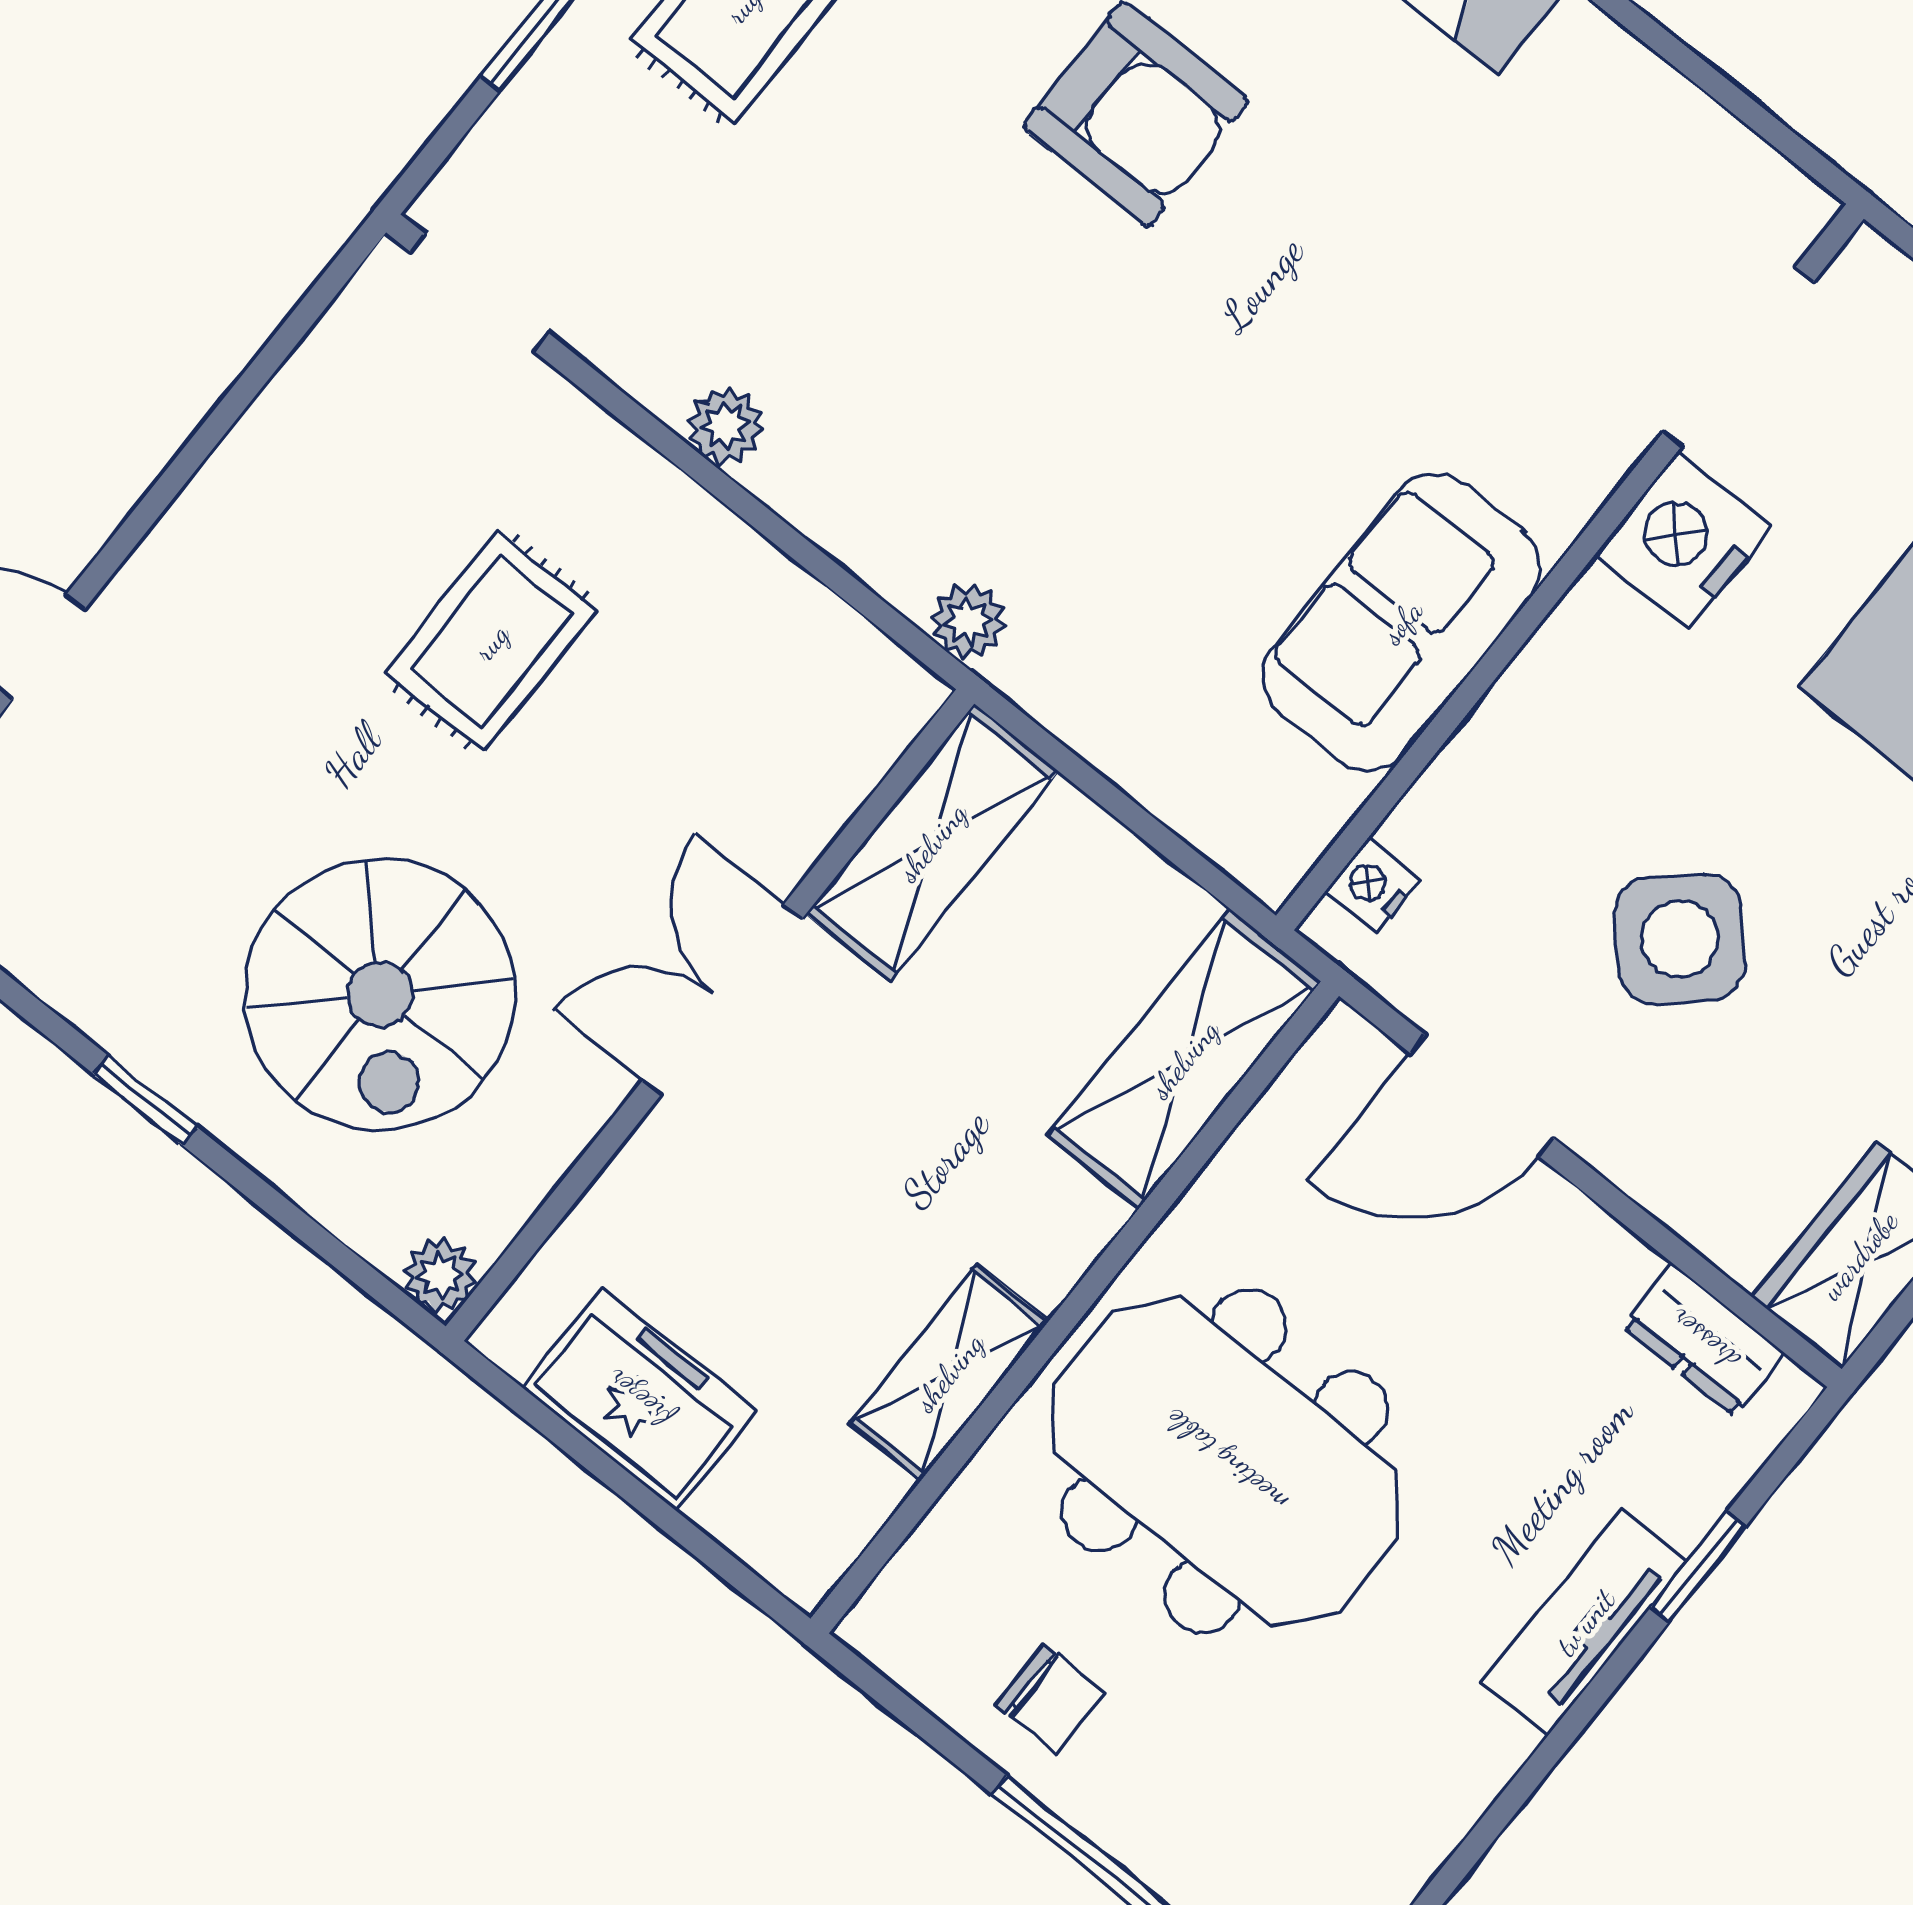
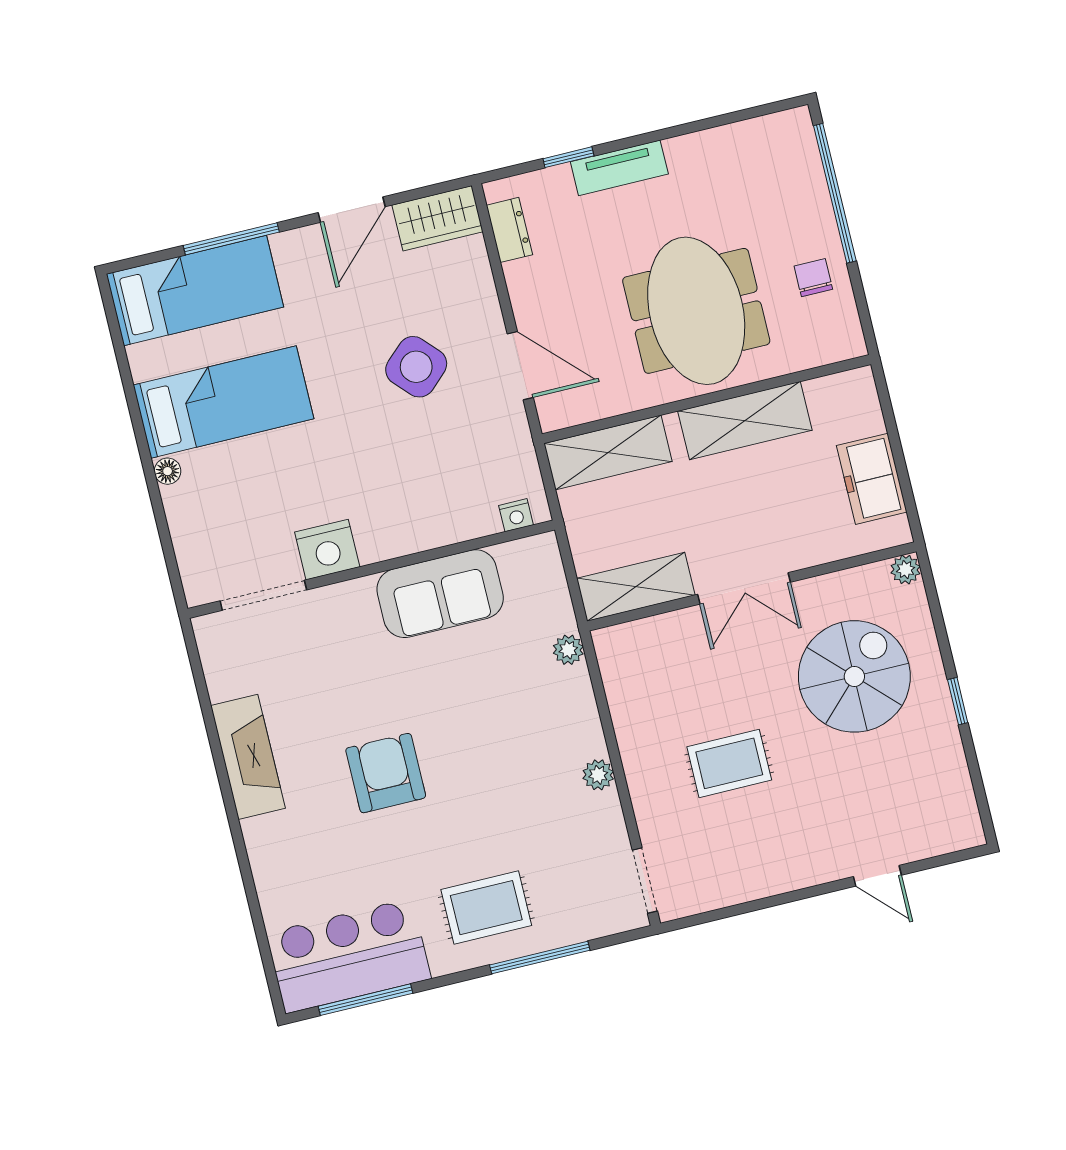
doorway: (1738, 357) -> (263, 595), moved
nightstand: (1684, 540) -> (327, 550), moved
wall: (1570, 567) -> (371, 569), moved
sofa: (1402, 622) -> (440, 594), moved
nightstand: (1372, 886) -> (516, 515), moved
shelving: (949, 1372) -> (745, 421), width x1.50, depth x1.33

